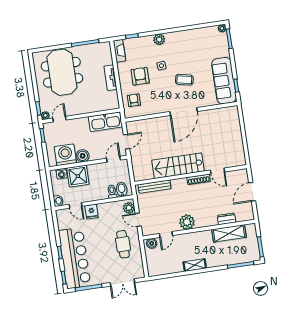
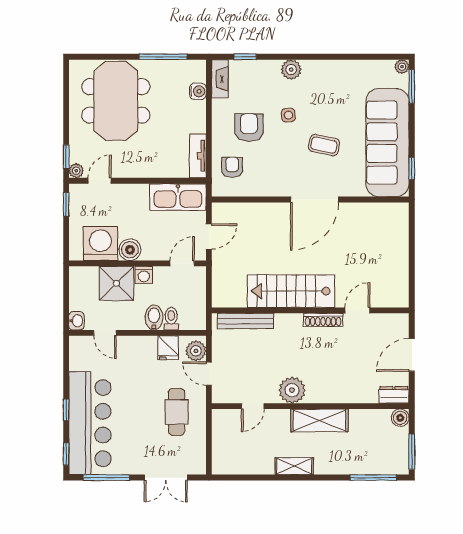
water cooler: (108, 60) -> (198, 91), added
tv unit: (110, 78) -> (198, 156), moved
sofa: (224, 81) -> (387, 143), width x1.36, depth x1.27
door: (217, 171) -> (357, 310), swing flipped
washing machine: (62, 174) -> (144, 275), moved
bidet: (122, 189) -> (154, 317), moved
fridge: (92, 212) -> (168, 348), moved
dresser: (226, 219) -> (394, 395), moved
shelving: (229, 233) -> (320, 420), moved
boiler: (152, 243) -> (400, 418), moved

